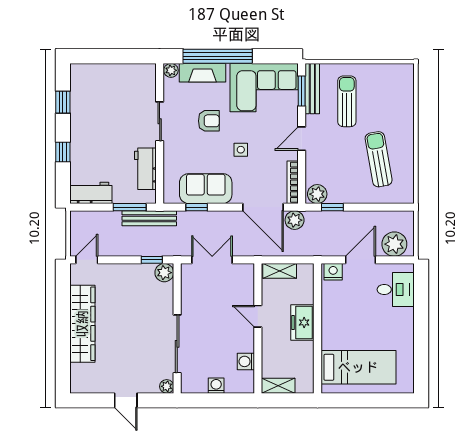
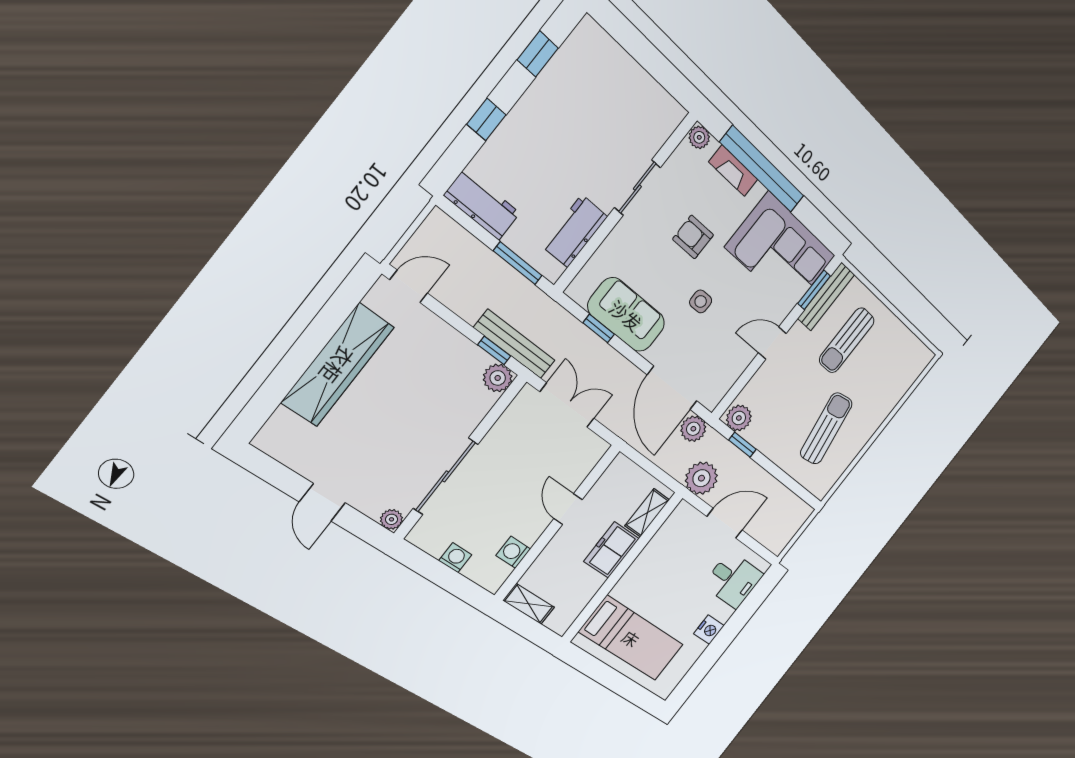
fireplace: (202, 73) -> (733, 171), width x0.73, depth x0.76
sun lounger: (347, 101) -> (847, 340), turned 180
armchair: (209, 121) -> (693, 237), turned 180
bookcase: (293, 182) -> (725, 385), removed
bench: (149, 218) -> (515, 344), moved
plant: (394, 244) -> (701, 478), moved
shelving: (280, 271) -> (647, 513), moved, turned 90
nightstand: (333, 272) -> (709, 630), moved, turned 90

